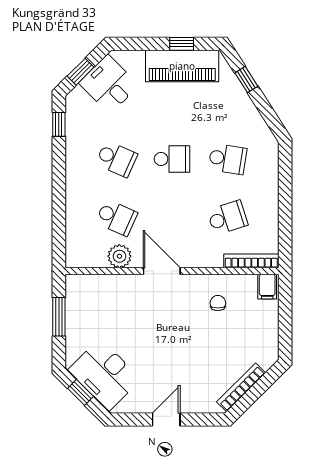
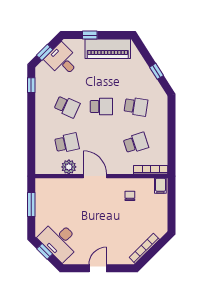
window: (182, 44) -> (90, 35), moved
window: (246, 80) -> (157, 71), moved
school desk: (116, 218) -> (67, 143), turned -36

